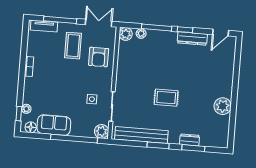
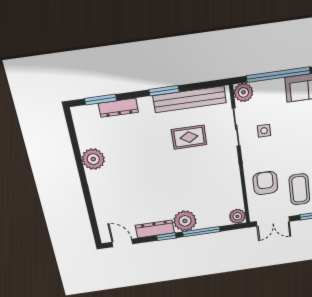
door: (221, 33) -> (122, 243), hinge flipped
plant: (141, 34) -> (185, 221), moved, width x1.87, depth x1.87
rug: (166, 98) -> (189, 137), moved
dresser: (190, 140) -> (118, 108), width x1.44
window: (193, 148) -> (101, 100), moved

